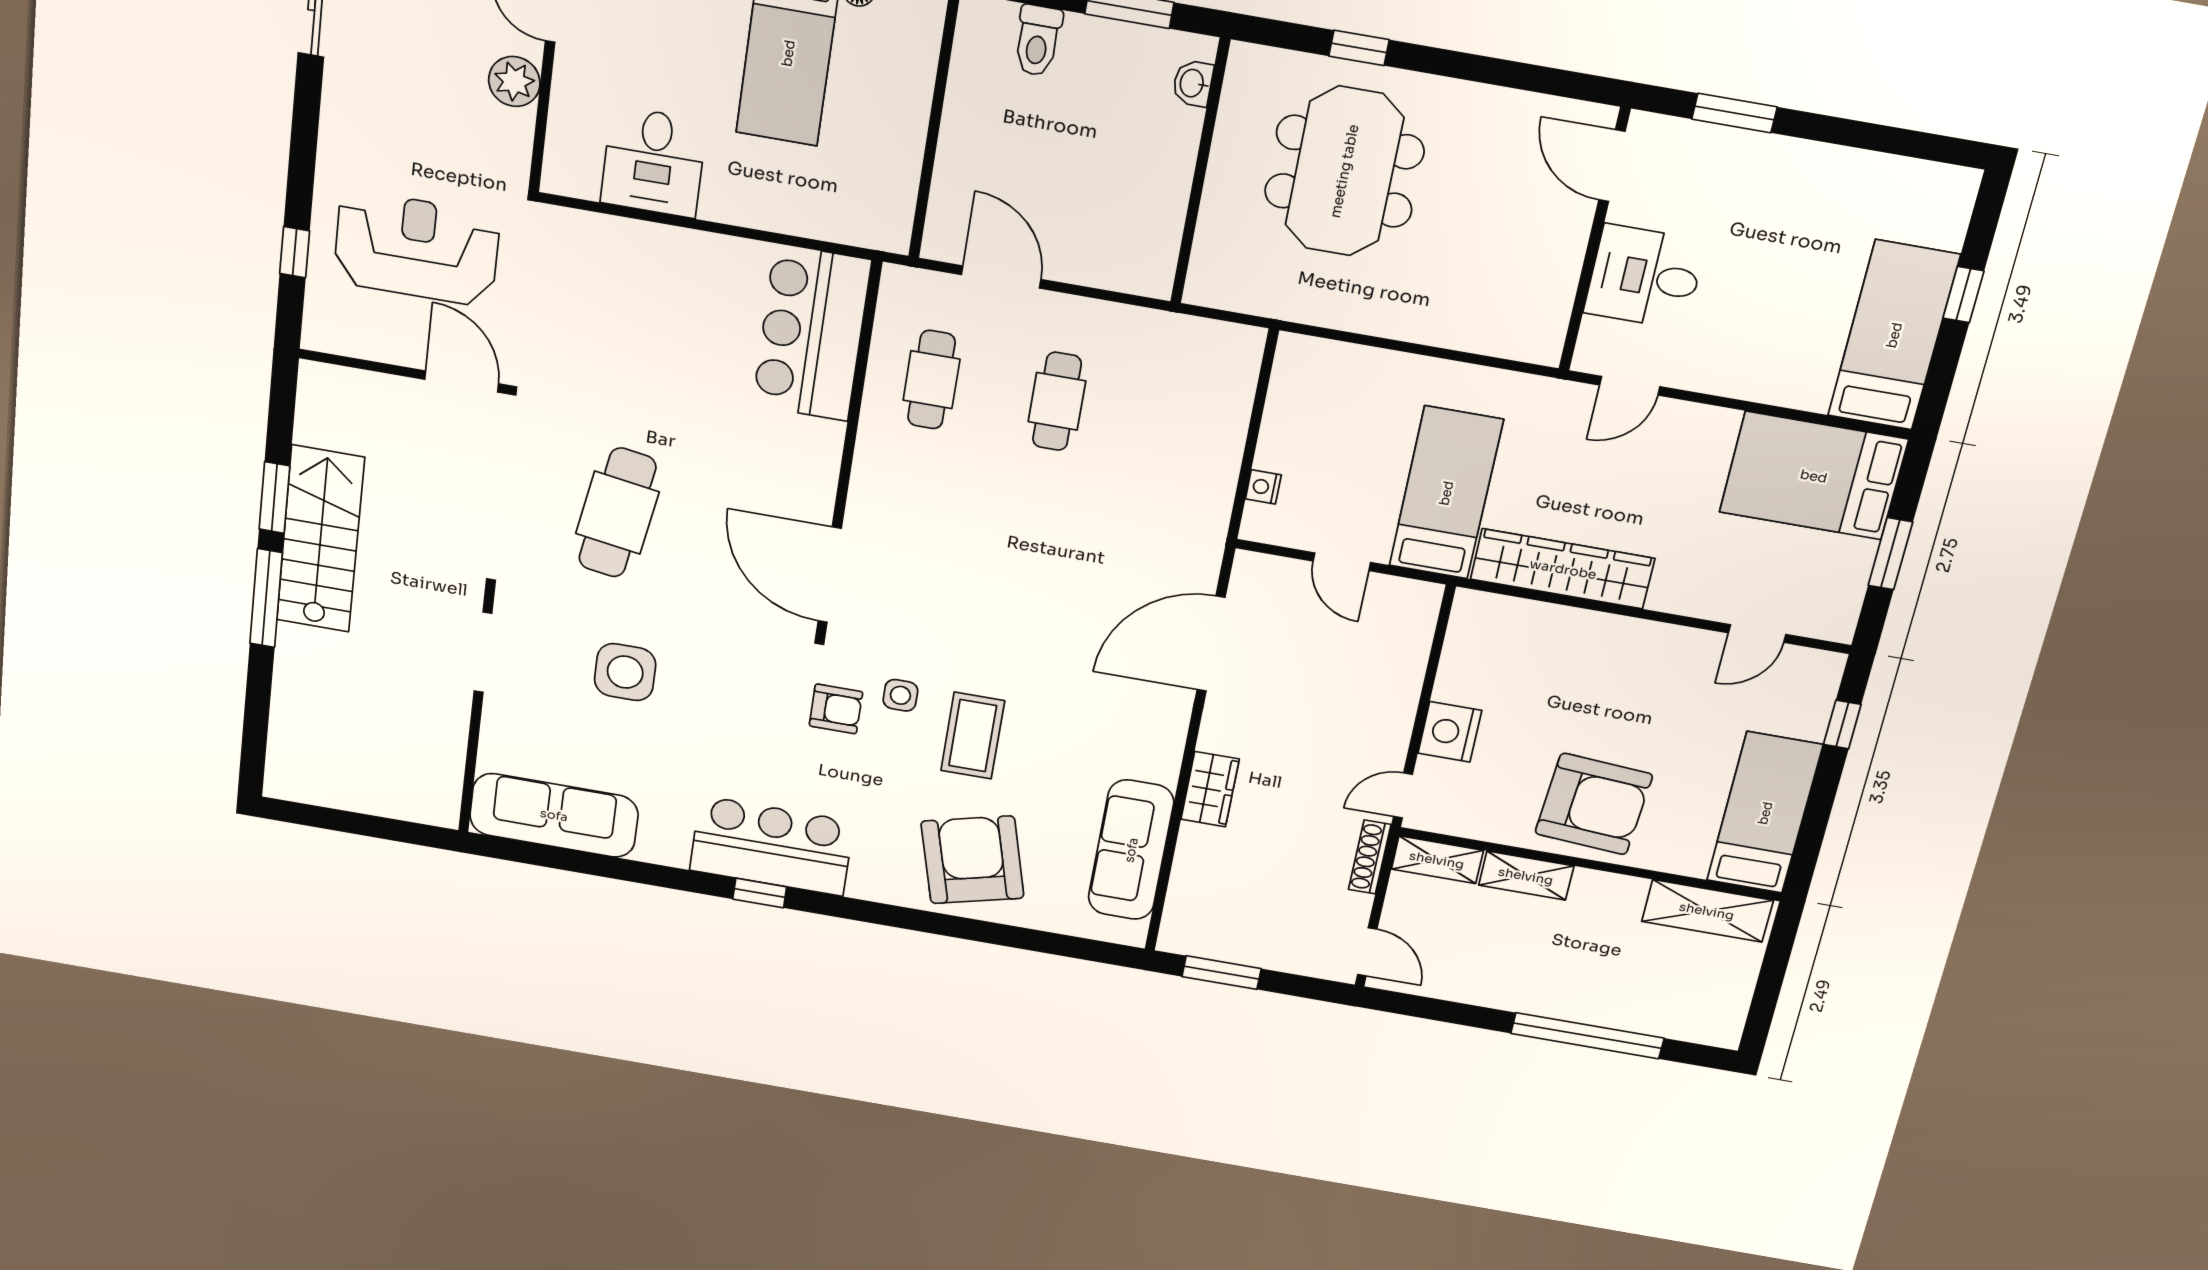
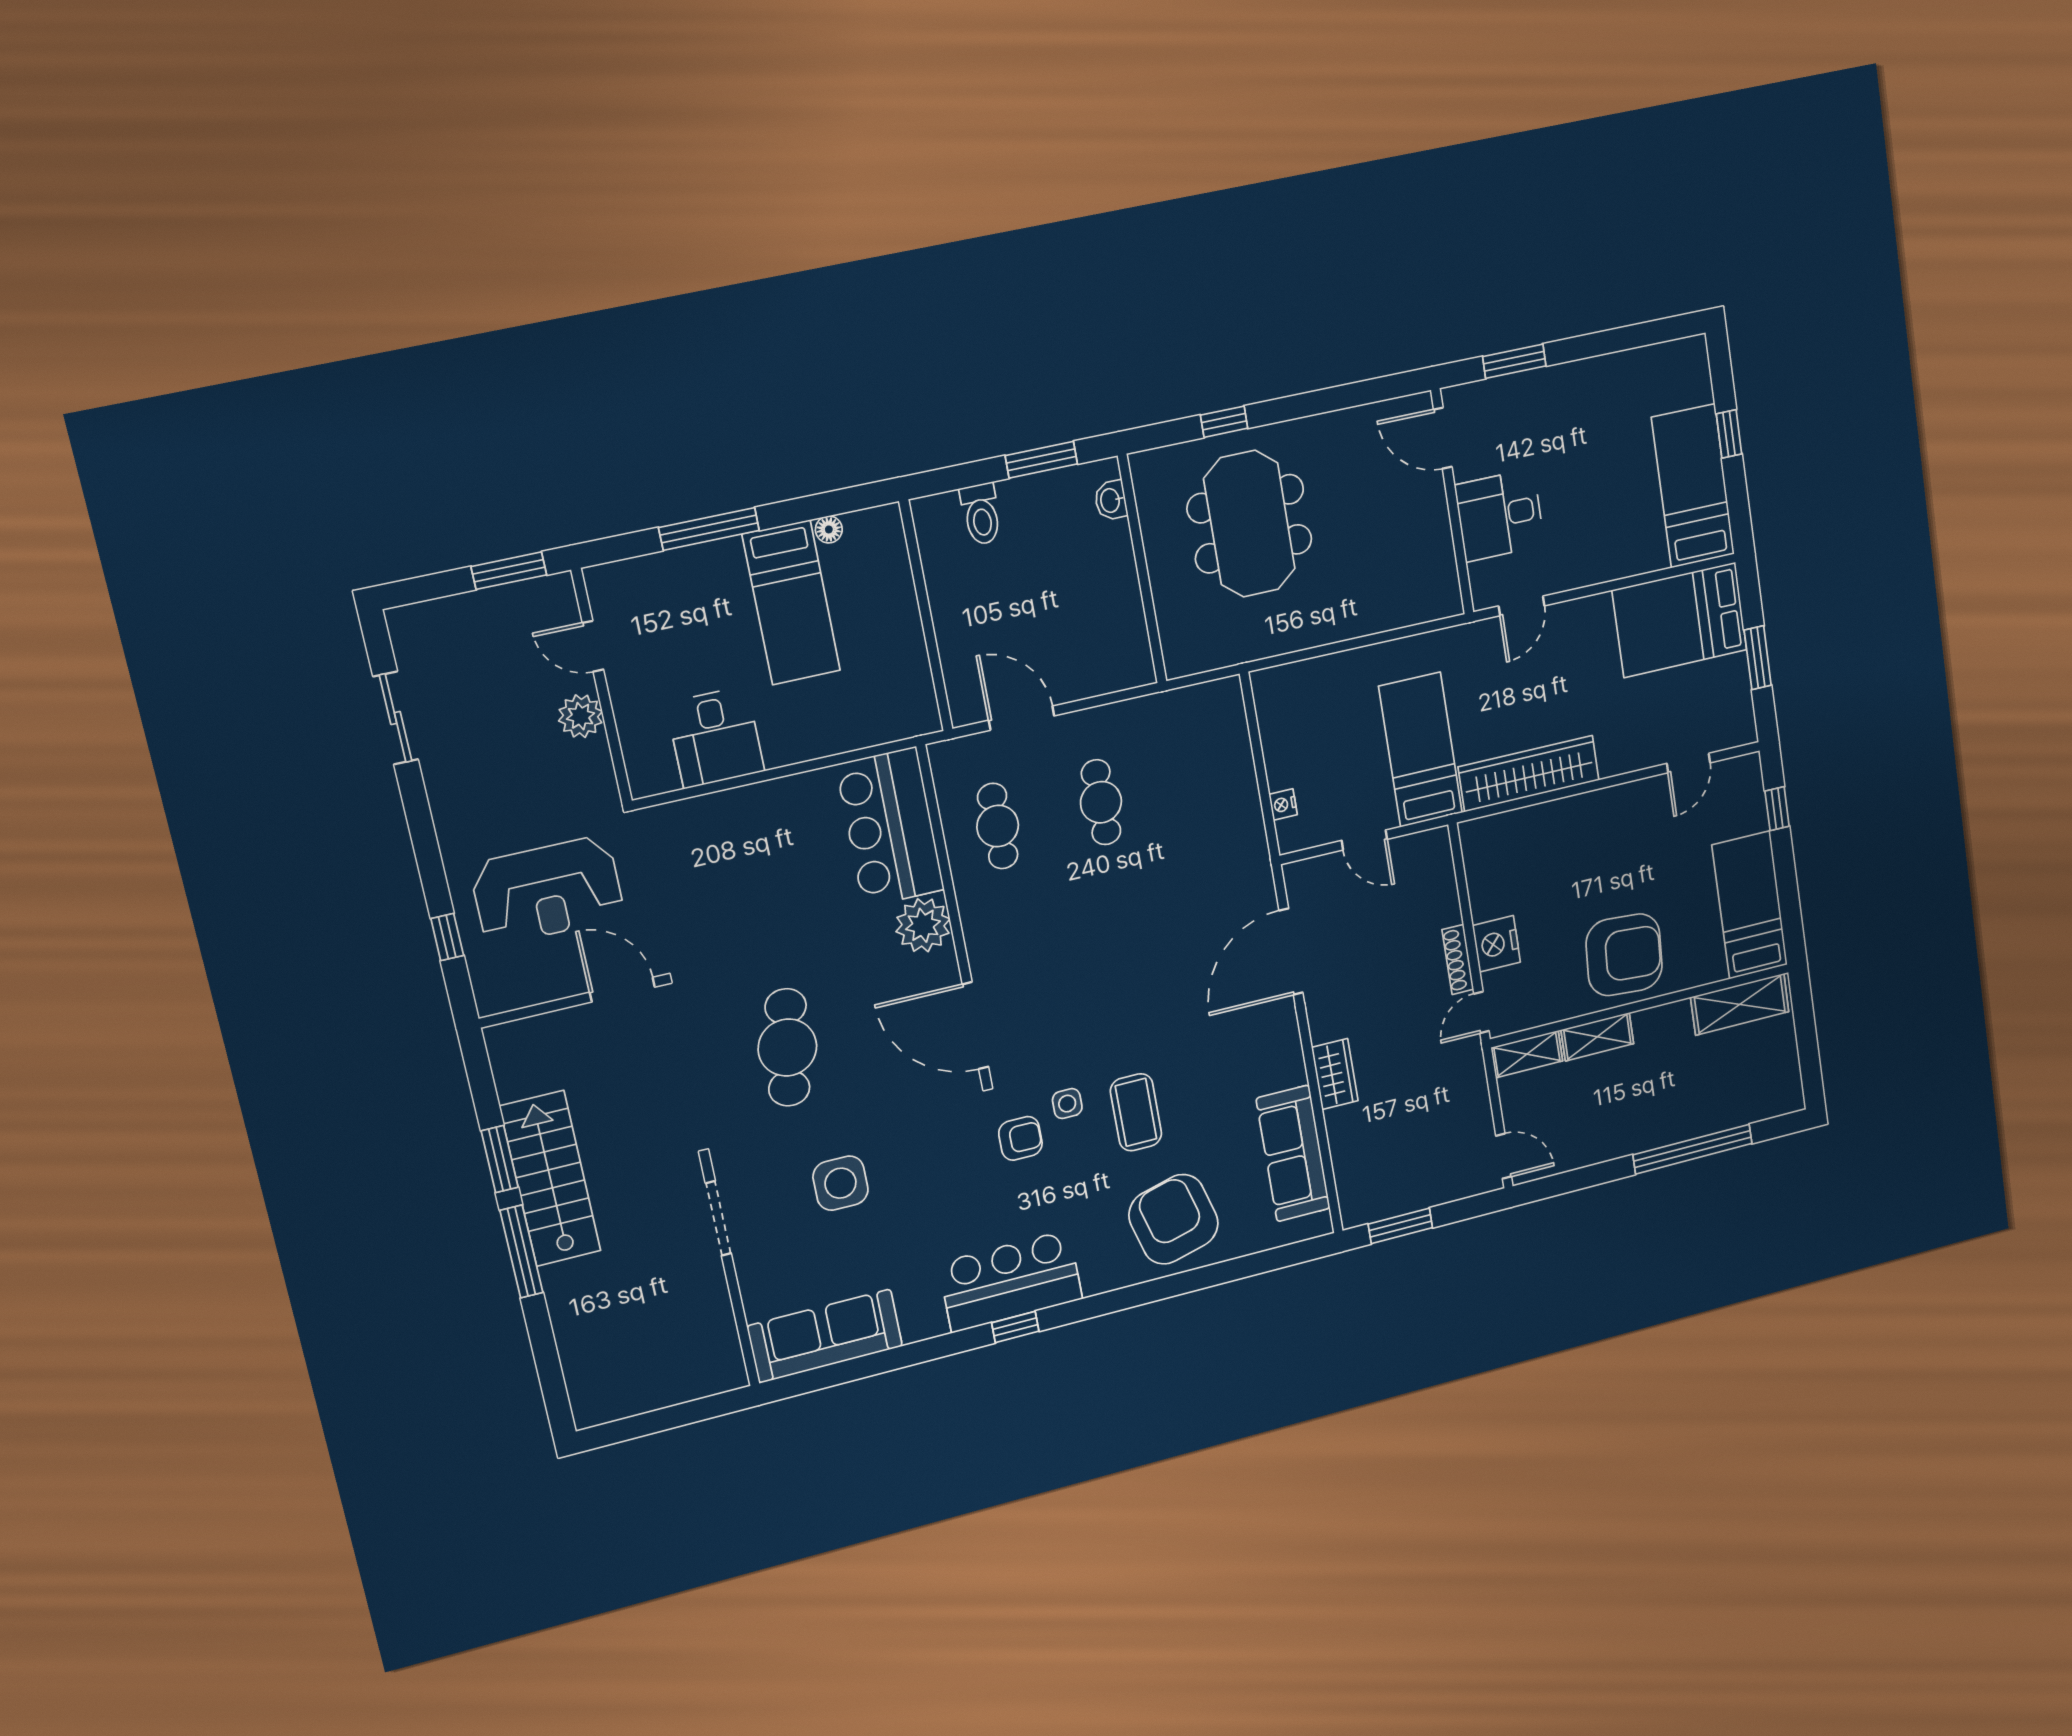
reception desk: (417, 248) -> (547, 891), turned 180
plant: (810, 449) -> (923, 925), added
shoe rack: (1370, 857) -> (1458, 960), moved

